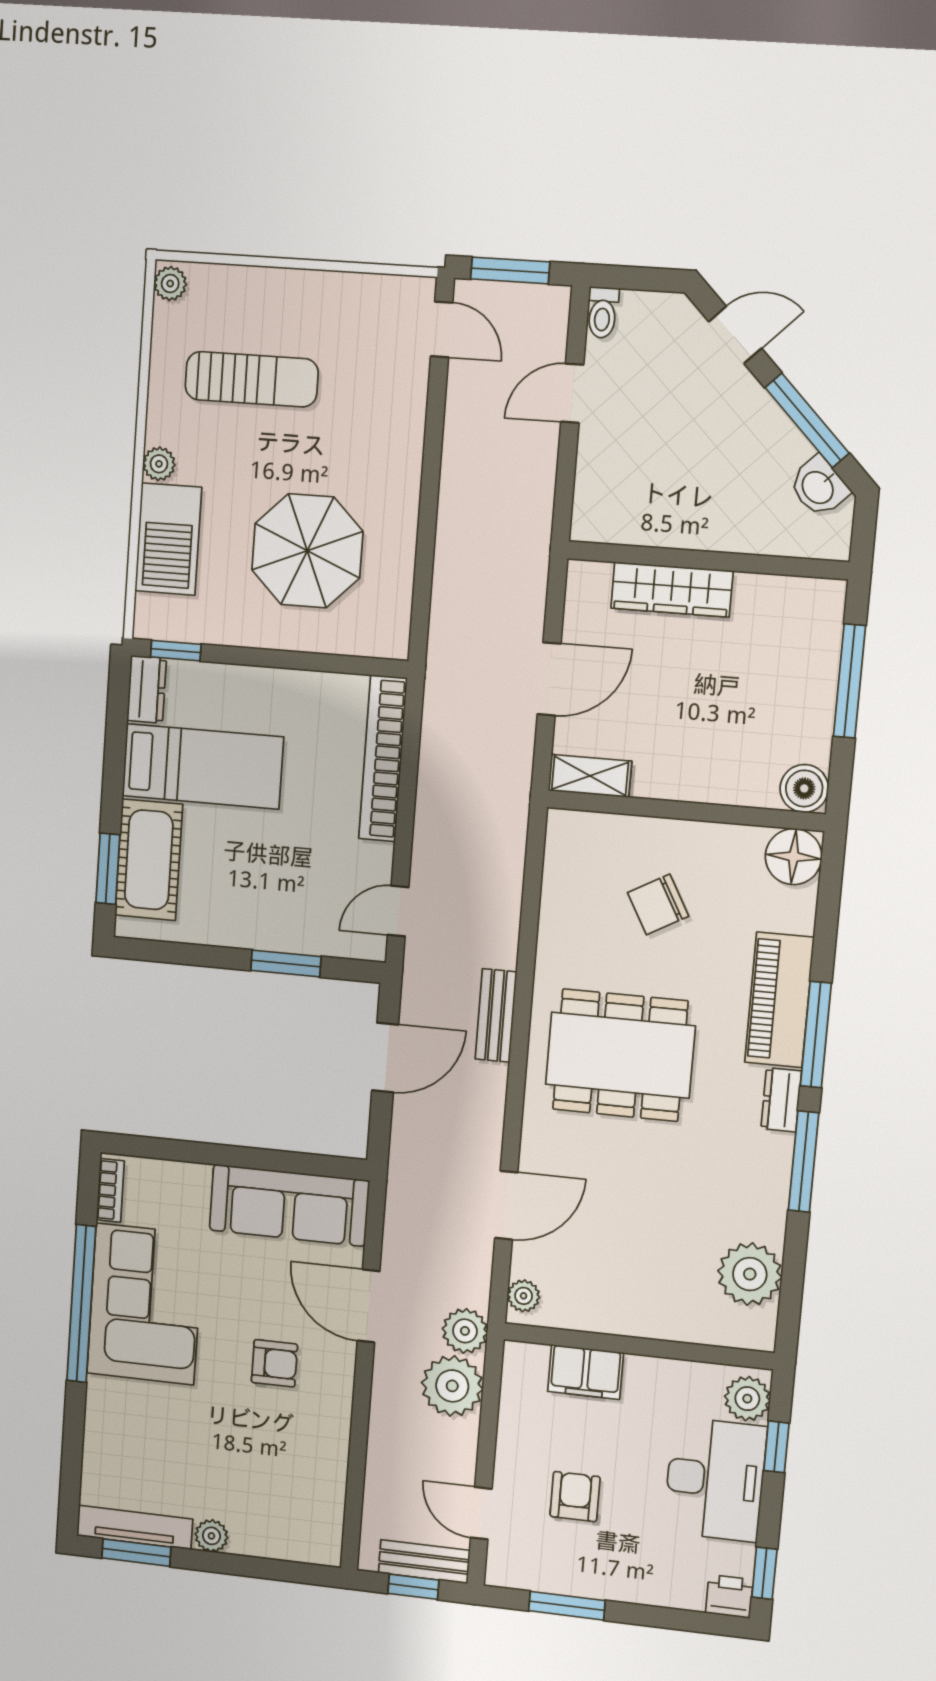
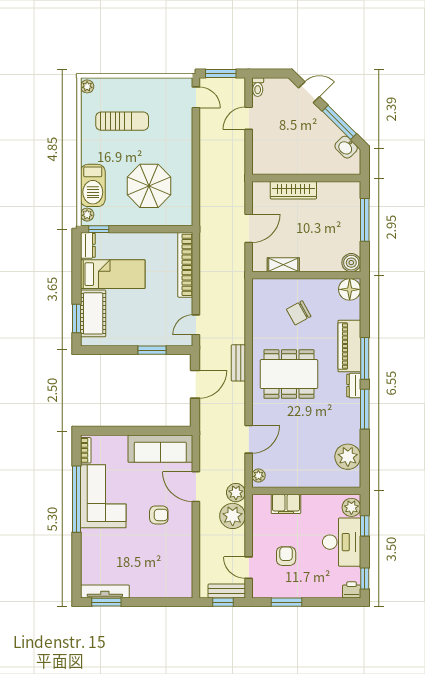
plant: (159, 464) -> (87, 215), moved
shelving: (590, 776) -> (283, 265), moved
plant: (211, 1536) -> (138, 591), removed

